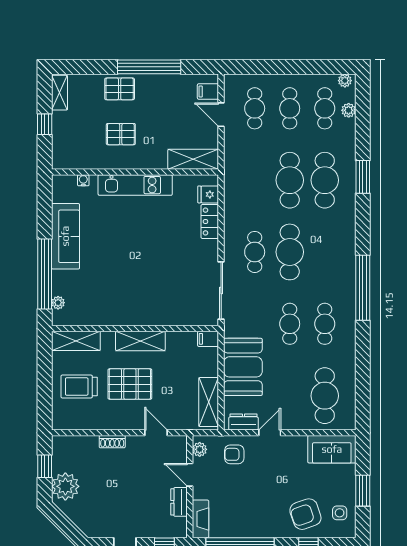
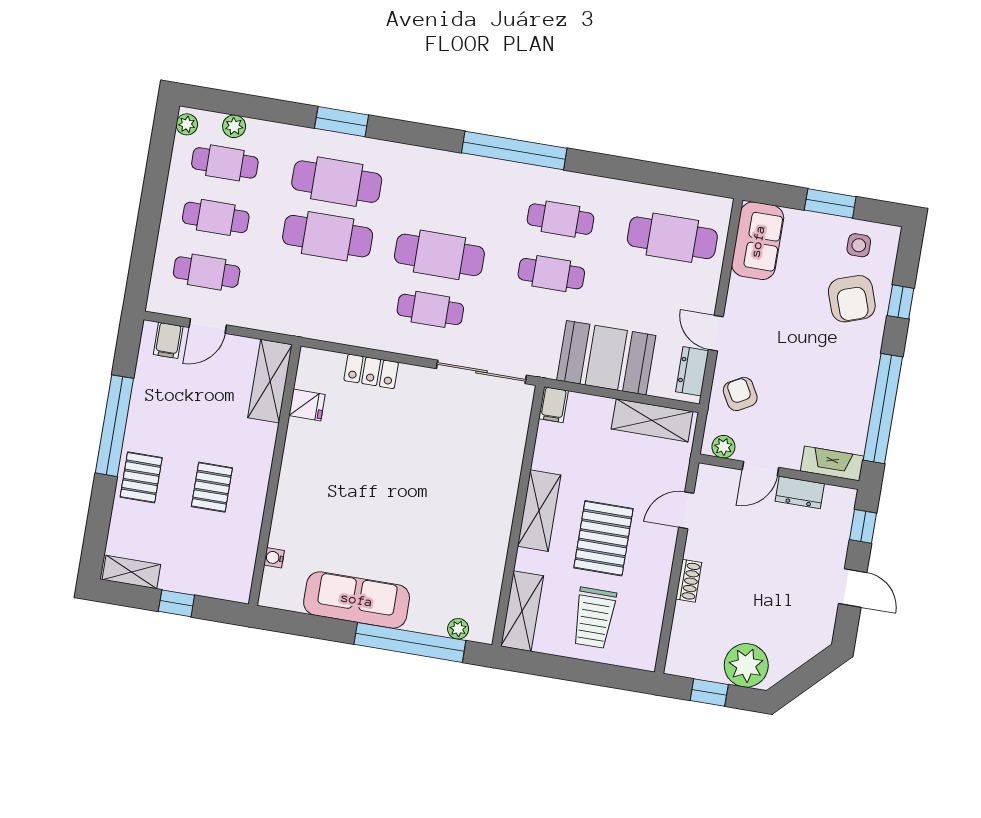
kitchen unit: (135, 185) -> (295, 478), removed
fridge: (208, 194) -> (307, 405), moved, turned -90
armchair: (234, 454) -> (740, 394), turned 151

